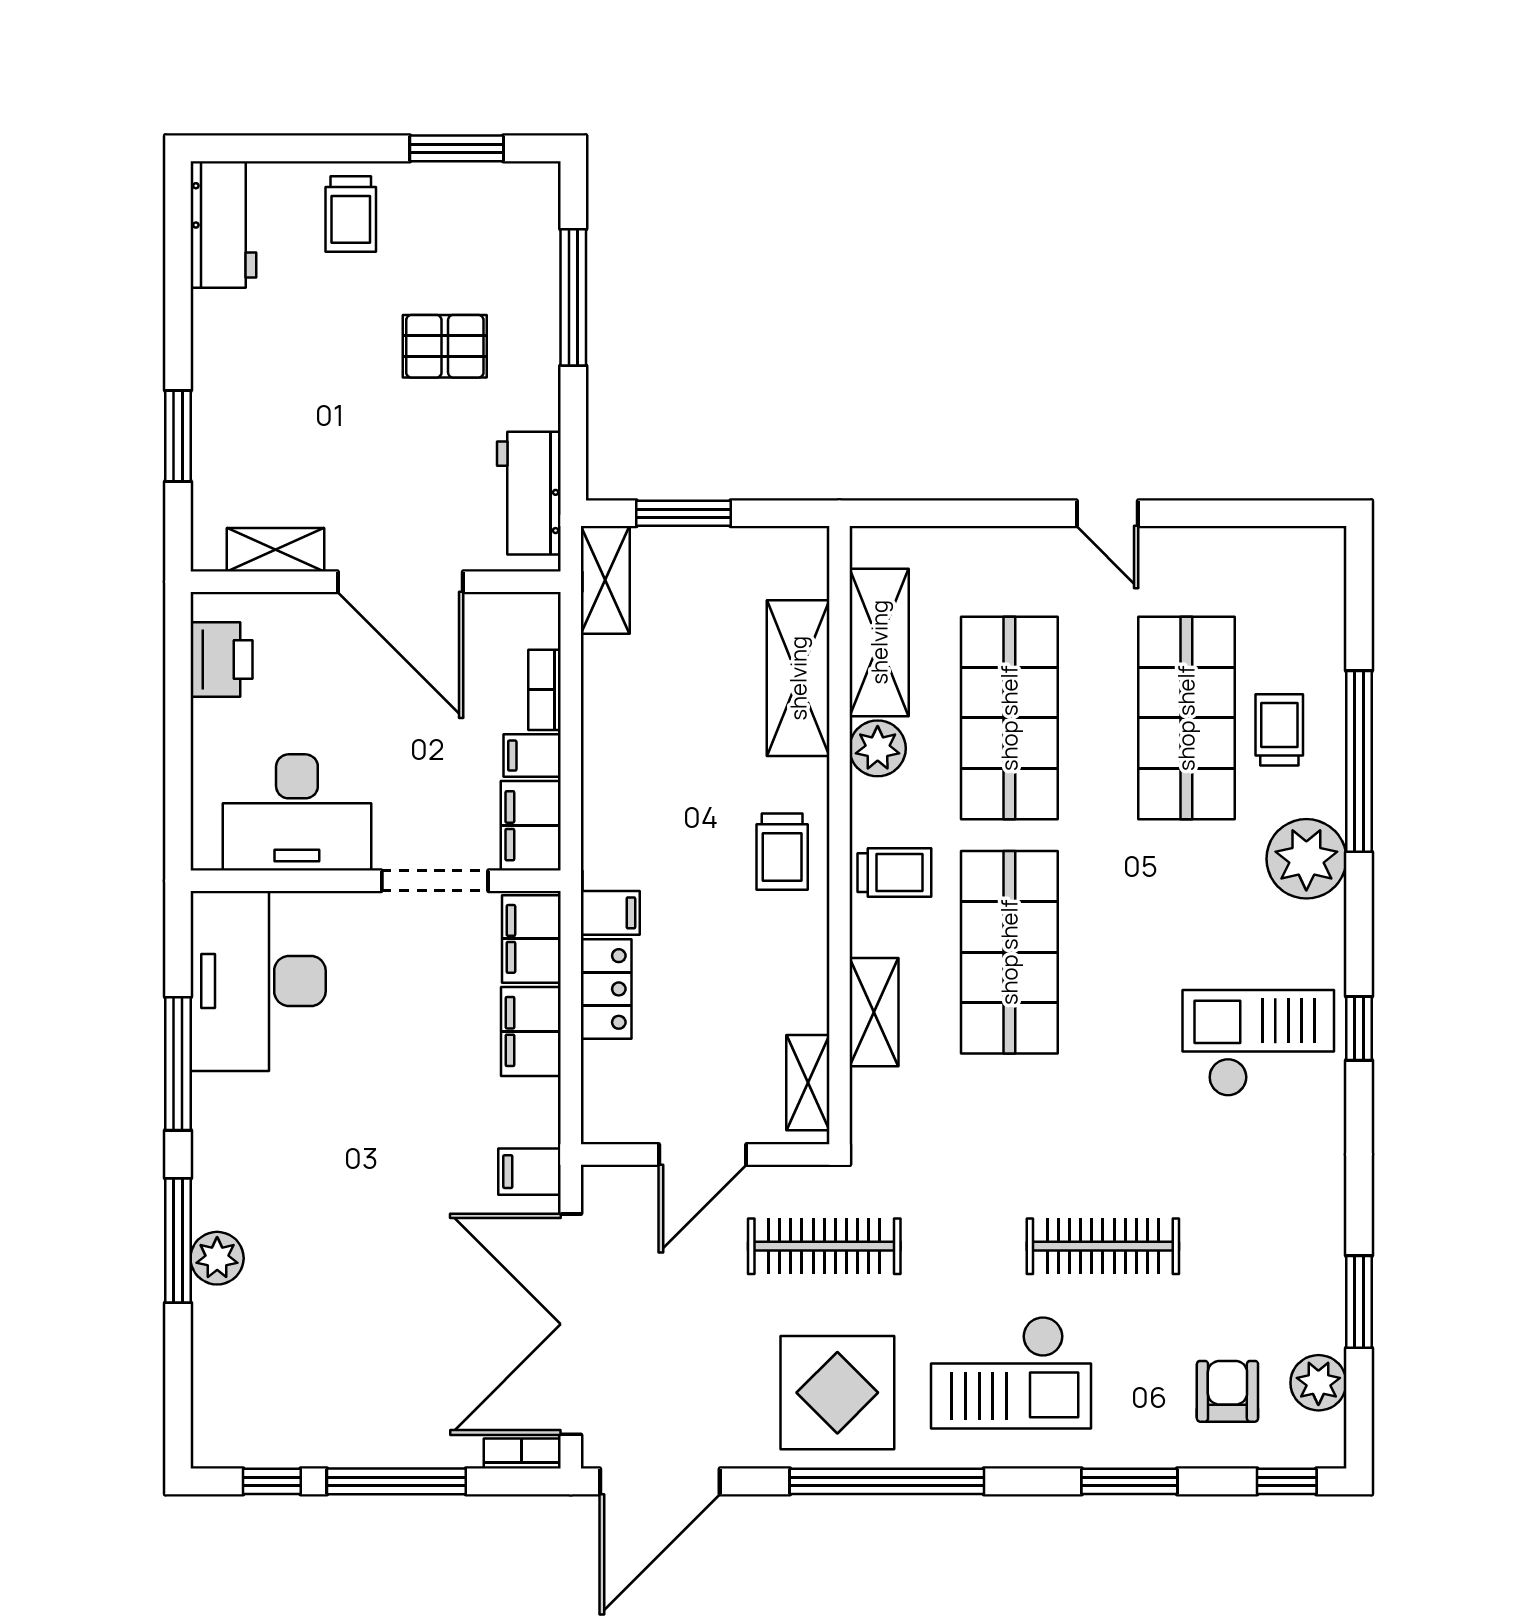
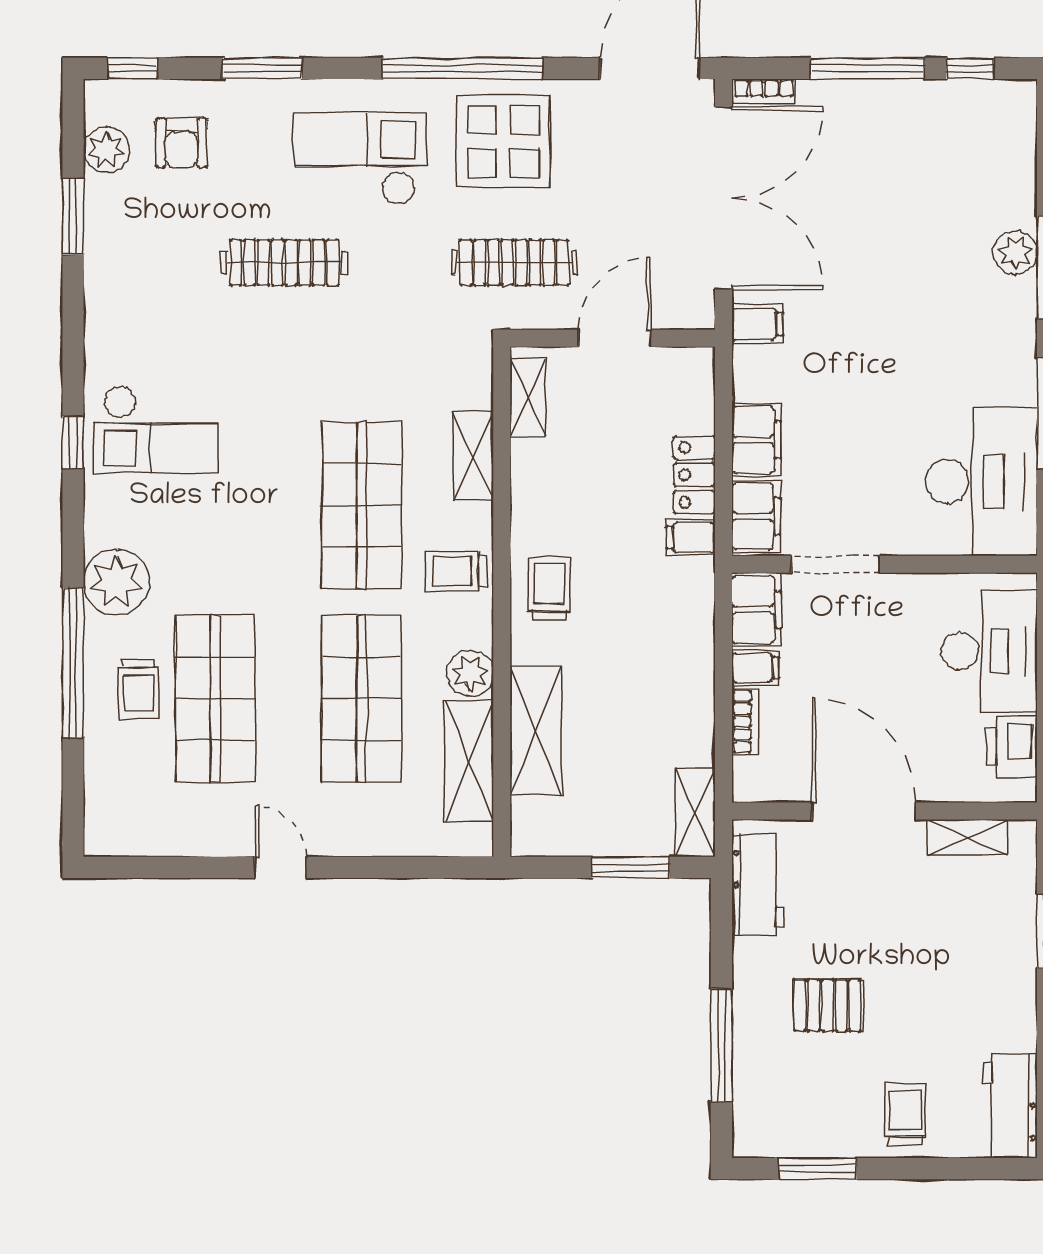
desk: (297, 812) -> (989, 651), moved, turned 90

